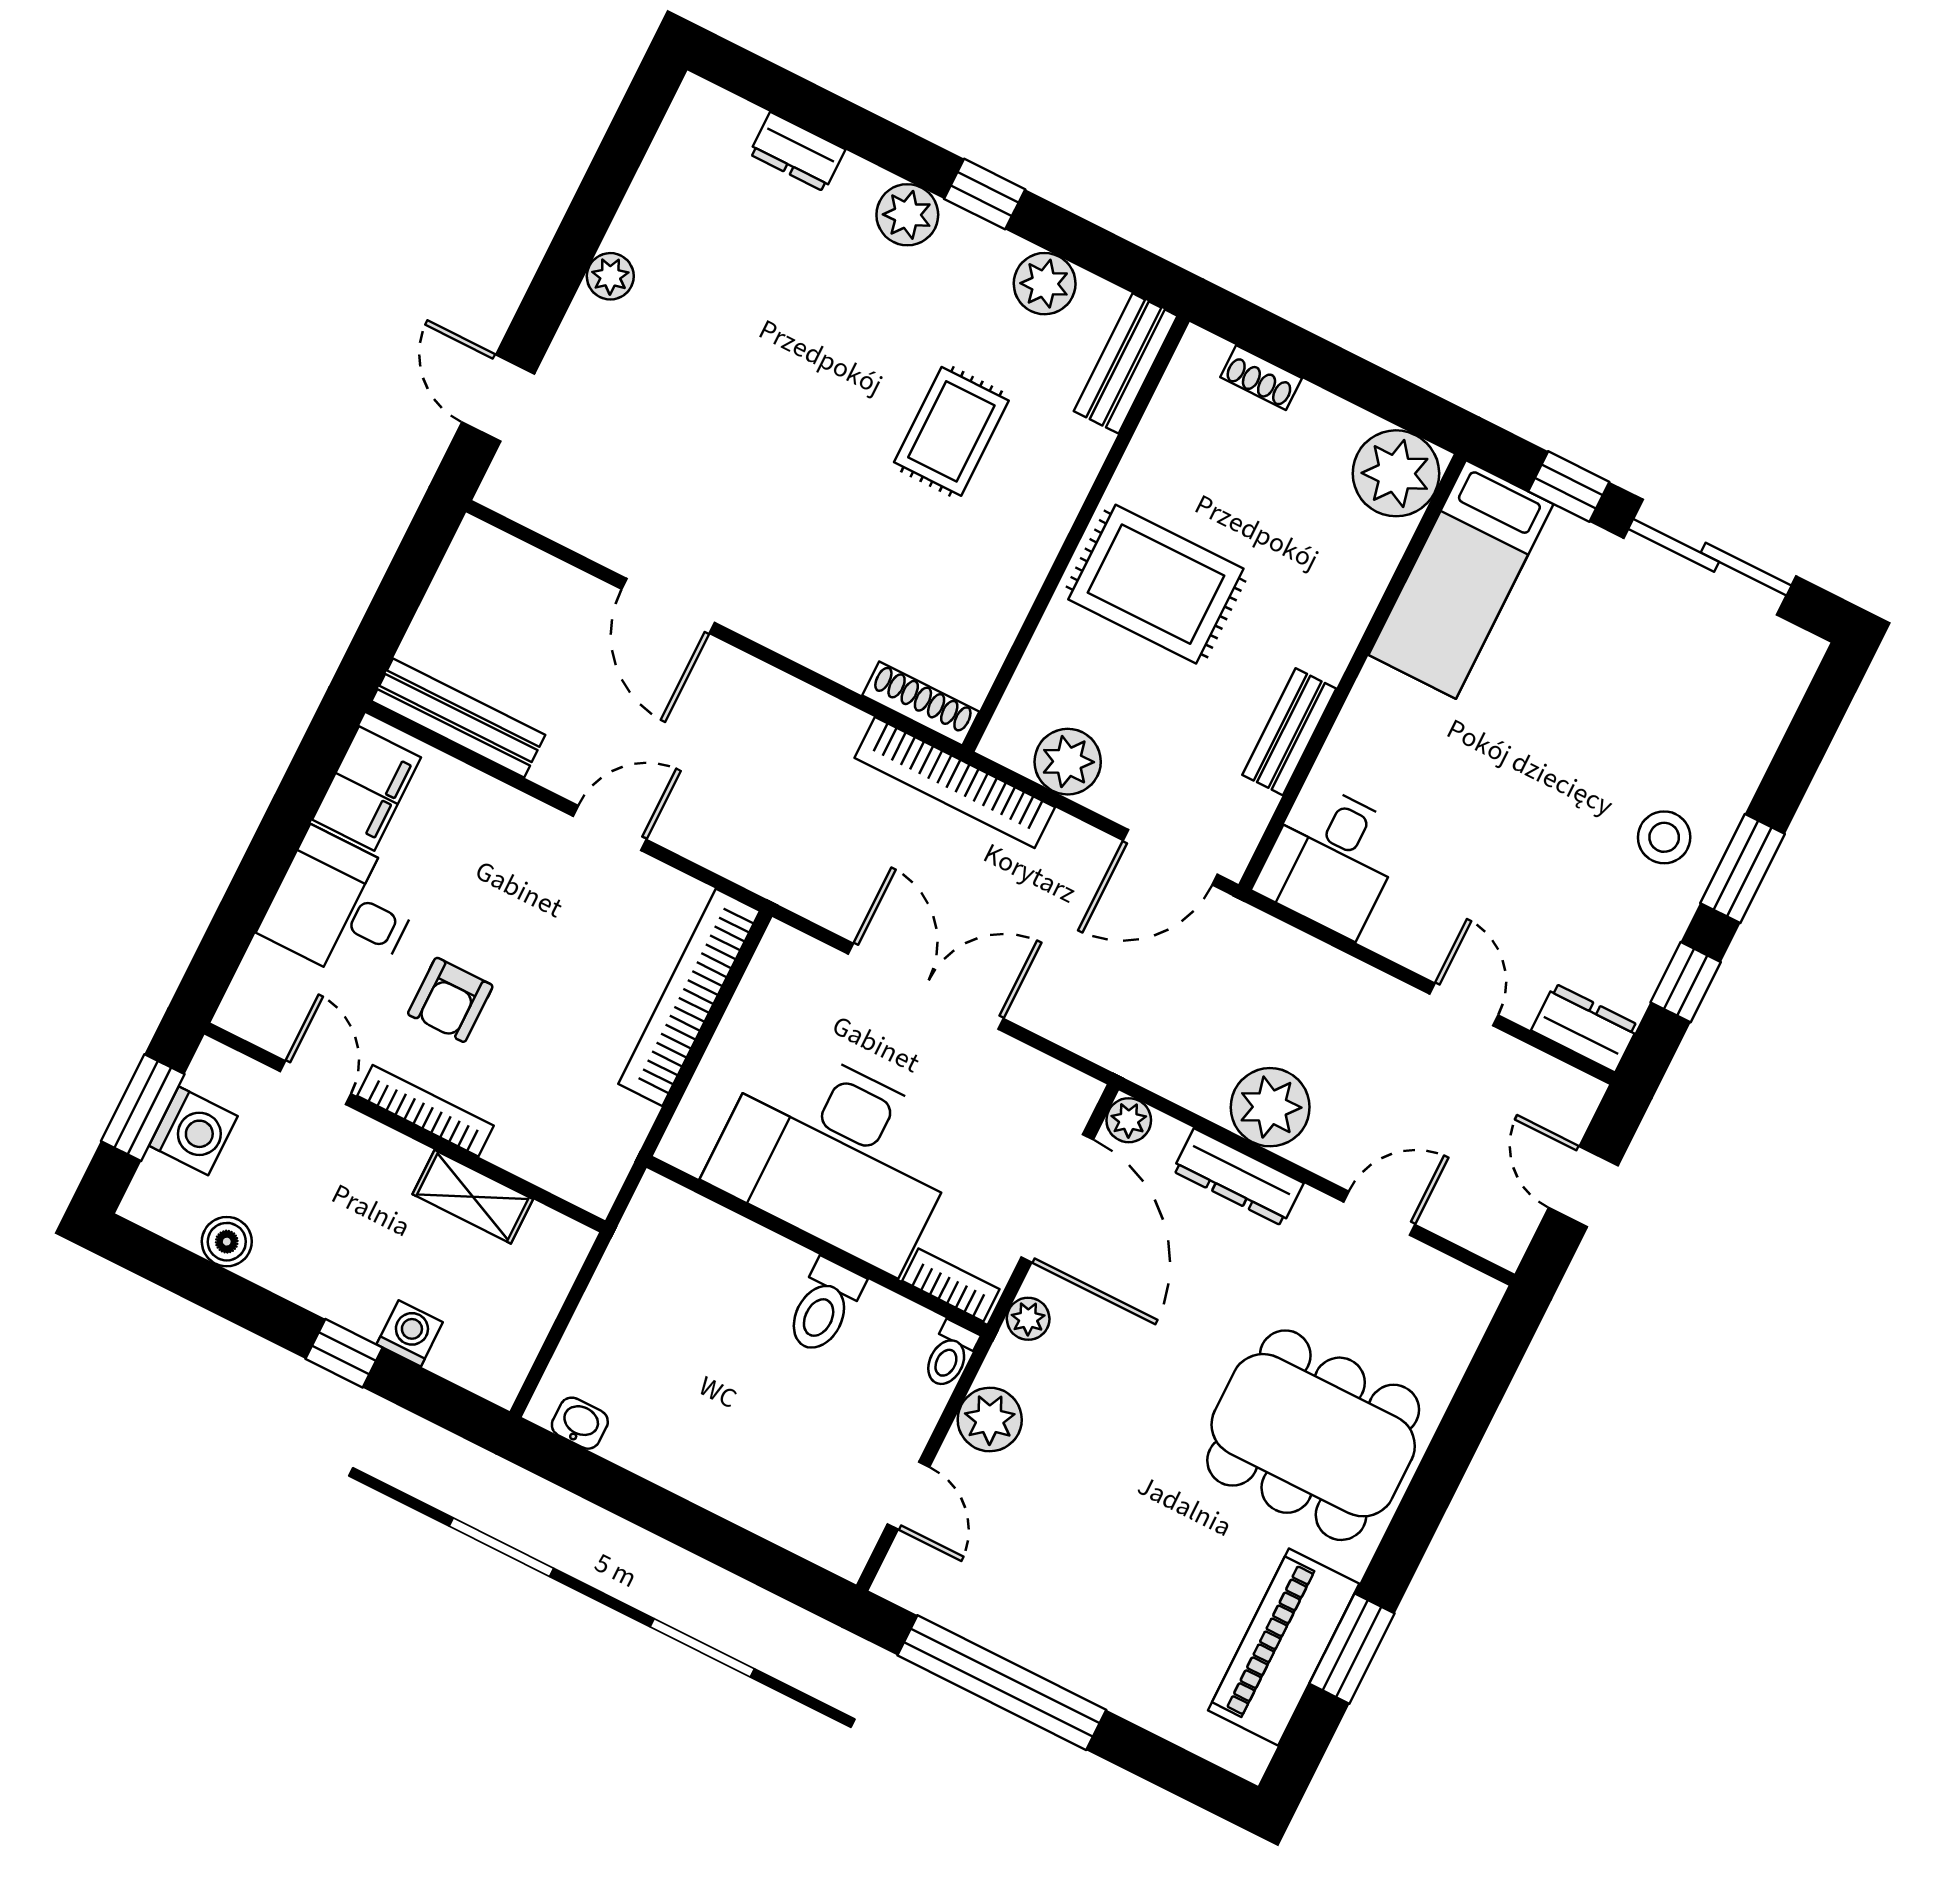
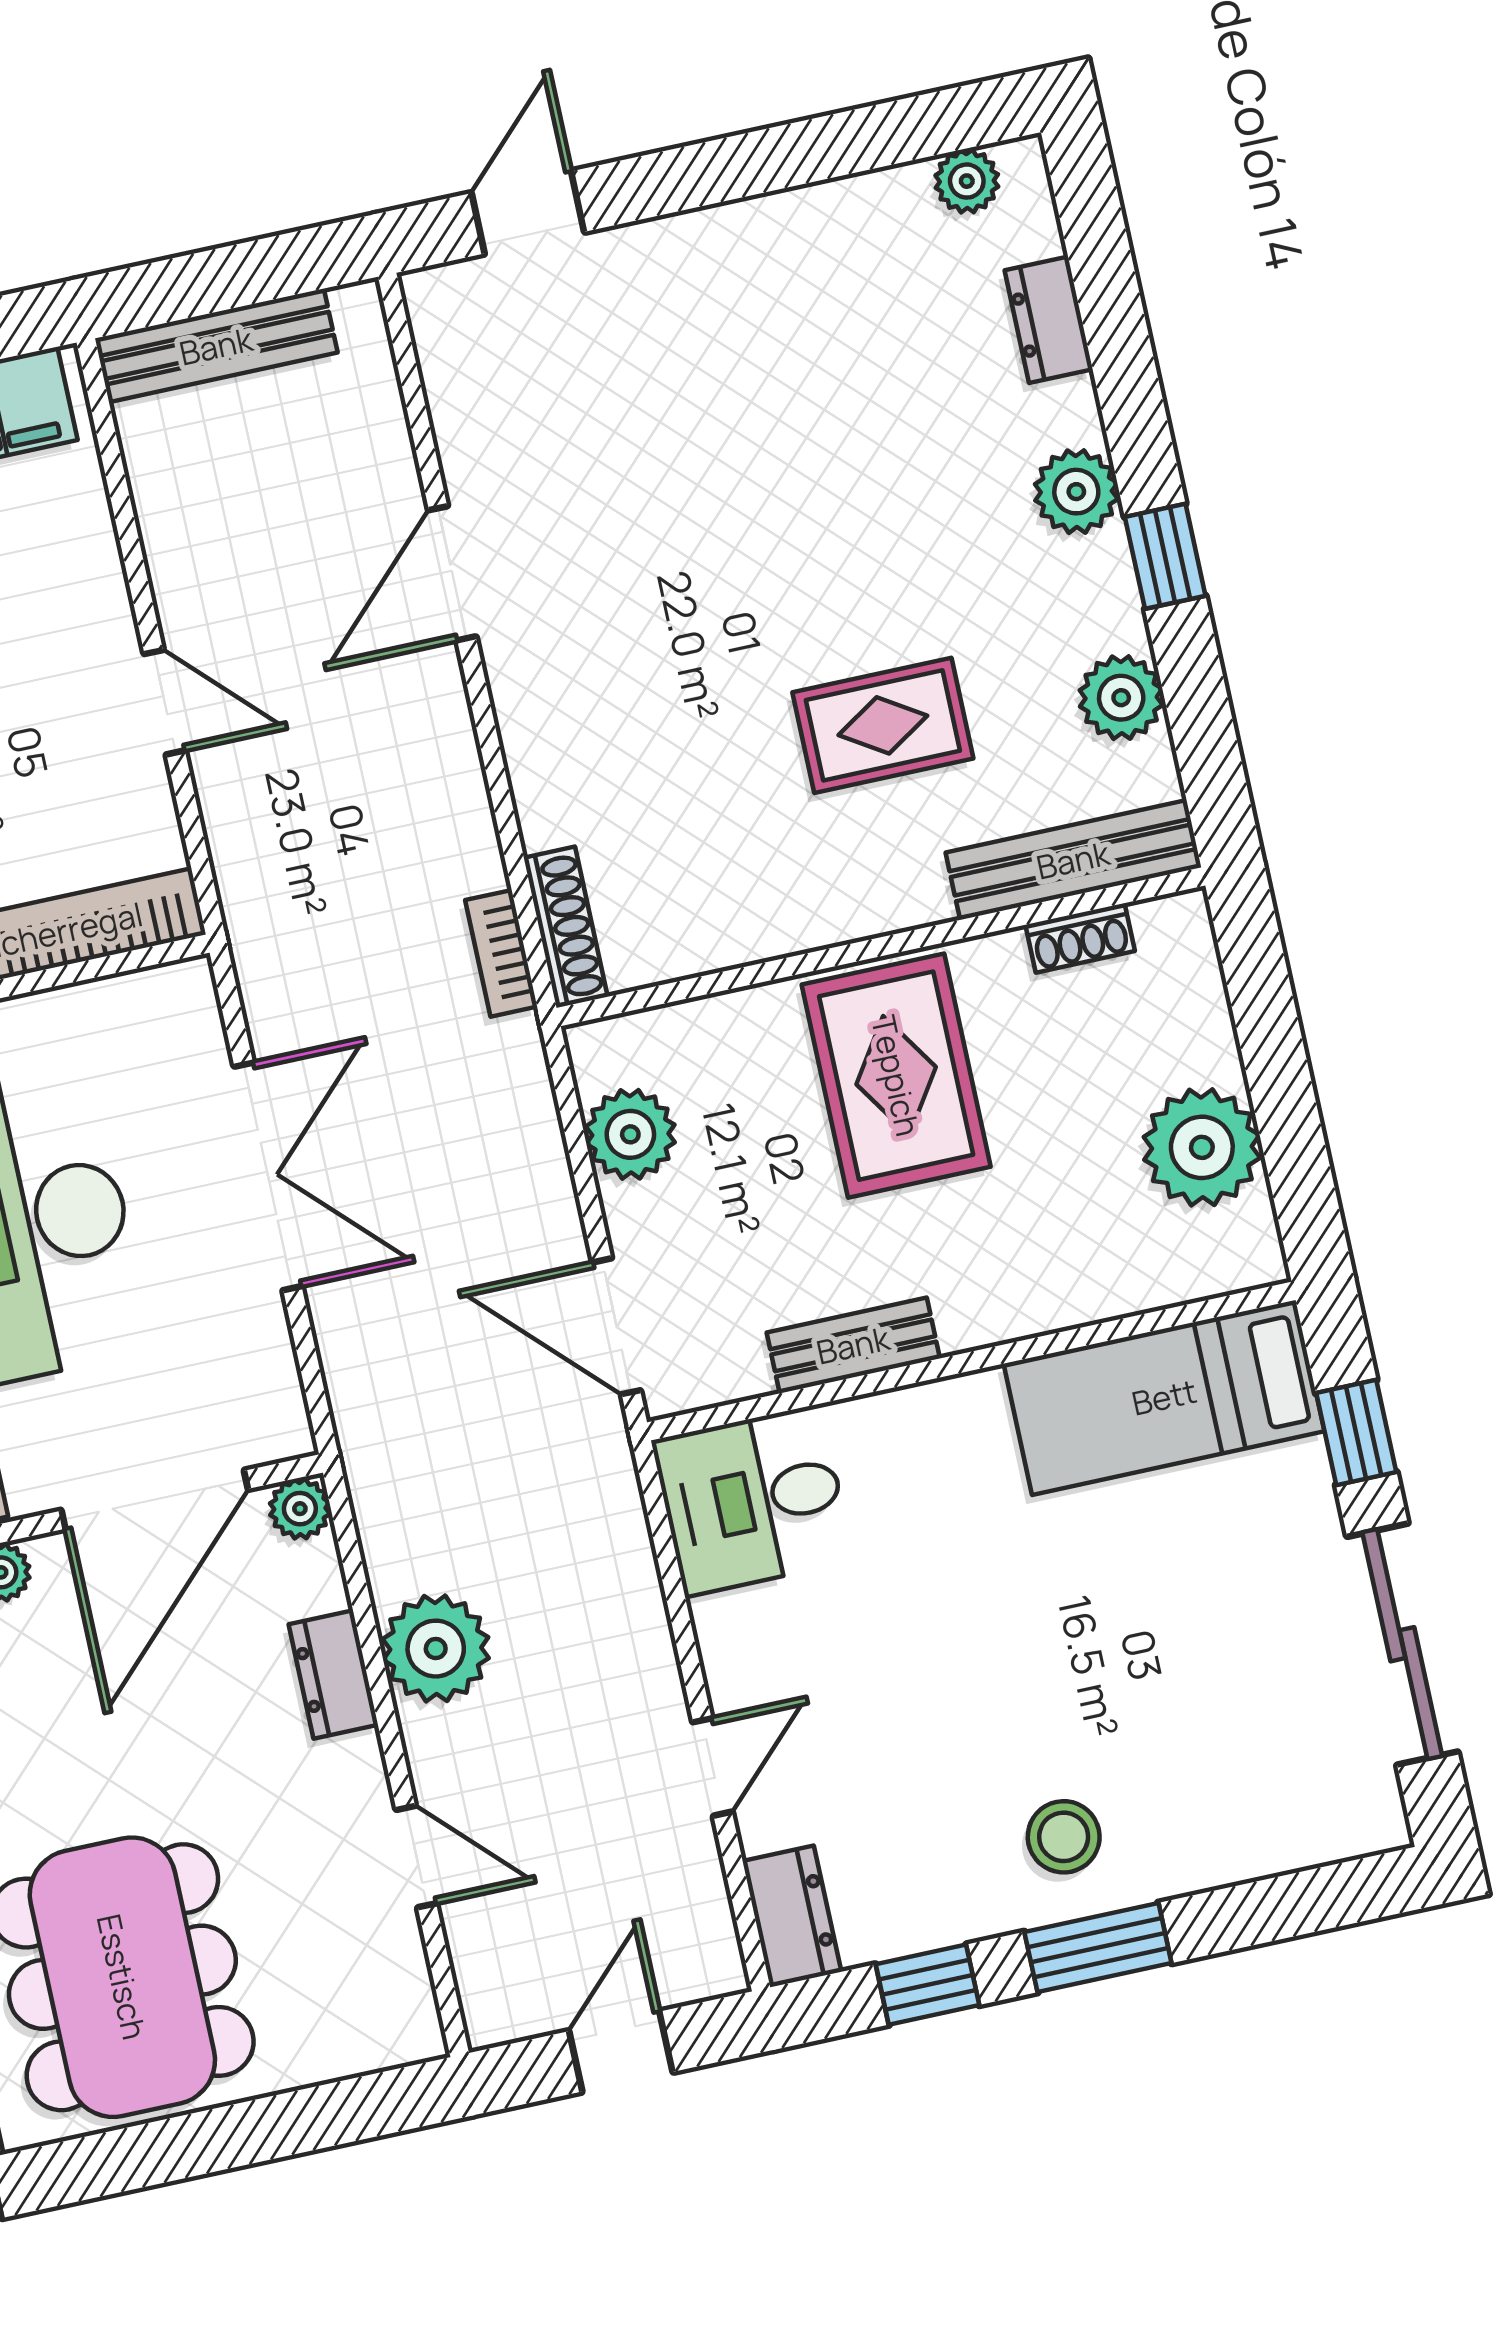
plant: (610, 276) -> (967, 181), moved
bench: (1126, 363) -> (1073, 860), width x1.36
shoe rack: (1261, 378) -> (1080, 938), moved, turned -90
plant: (1396, 473) -> (1202, 1147), moved
bench: (458, 718) -> (216, 346), moved, turned 90
bookcase: (955, 783) -> (501, 953), width x0.43, depth x0.76
dresser: (1238, 1177) -> (333, 1675), width x0.70

